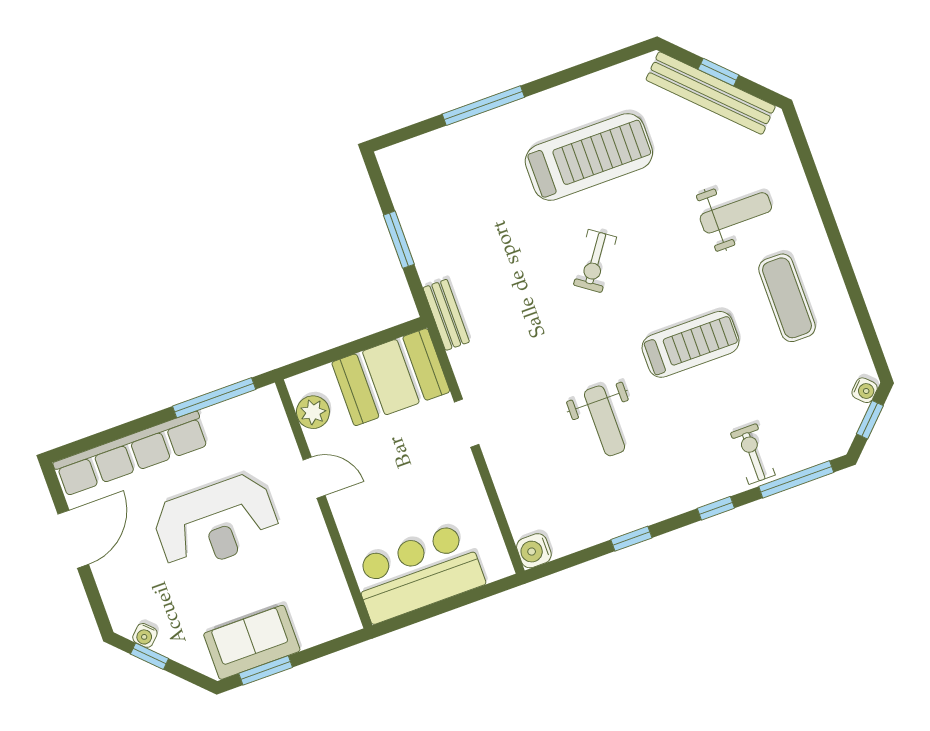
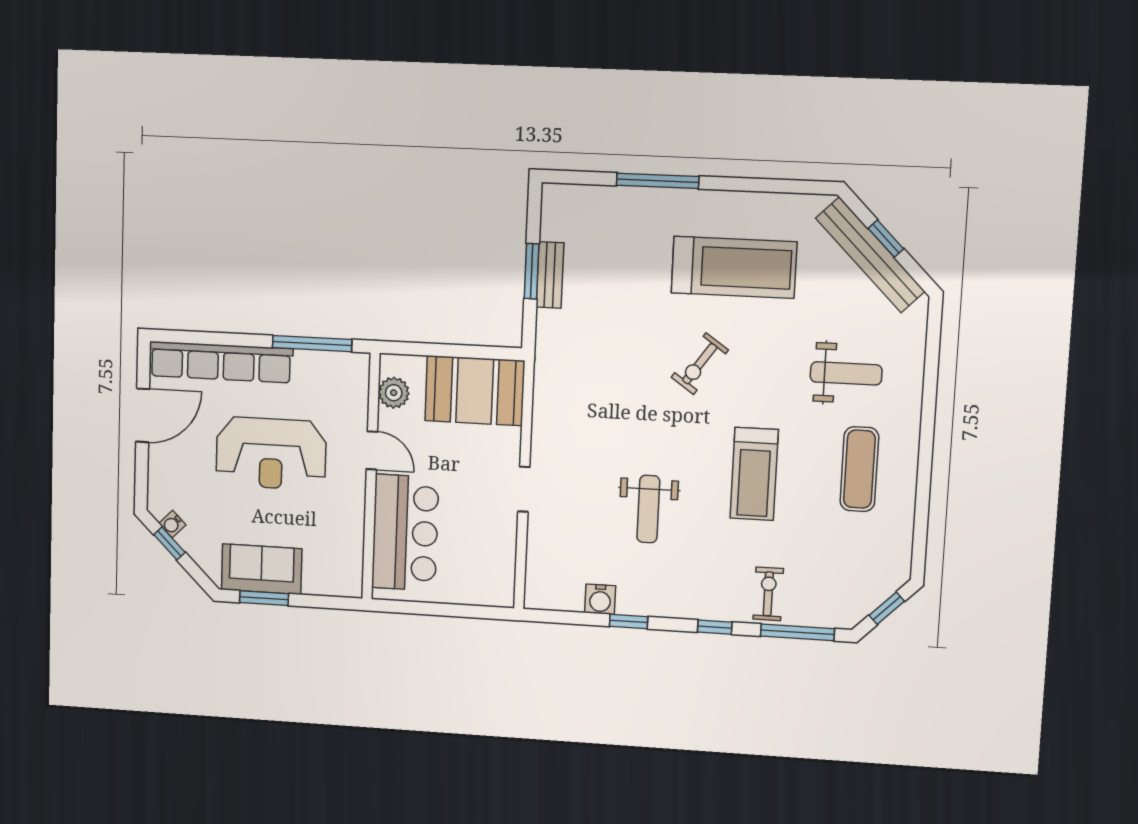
bench: (446, 315) -> (550, 275), moved
treadmill: (690, 344) -> (754, 474), turned 90
water cooler: (865, 390) -> (894, 580), removed
doorway: (467, 423) -> (524, 489), moved
water cooler: (534, 551) -> (600, 599), moved, turned -90
bar counter: (418, 573) -> (405, 533), moved, turned 90

